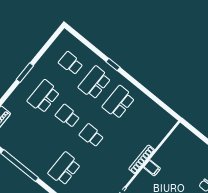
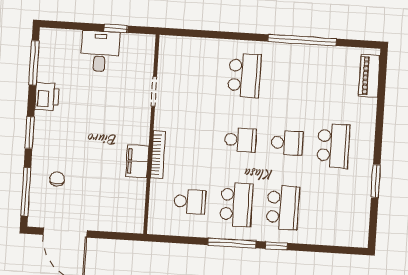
school desk: (71, 63) -> (190, 202), moved
window: (25, 73) -> (376, 181), moved
window: (136, 83) -> (232, 243), added
filing cabinet: (152, 168) -> (137, 161), width x2.00

